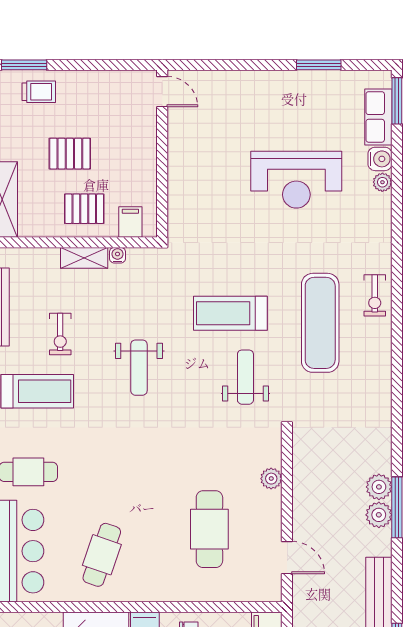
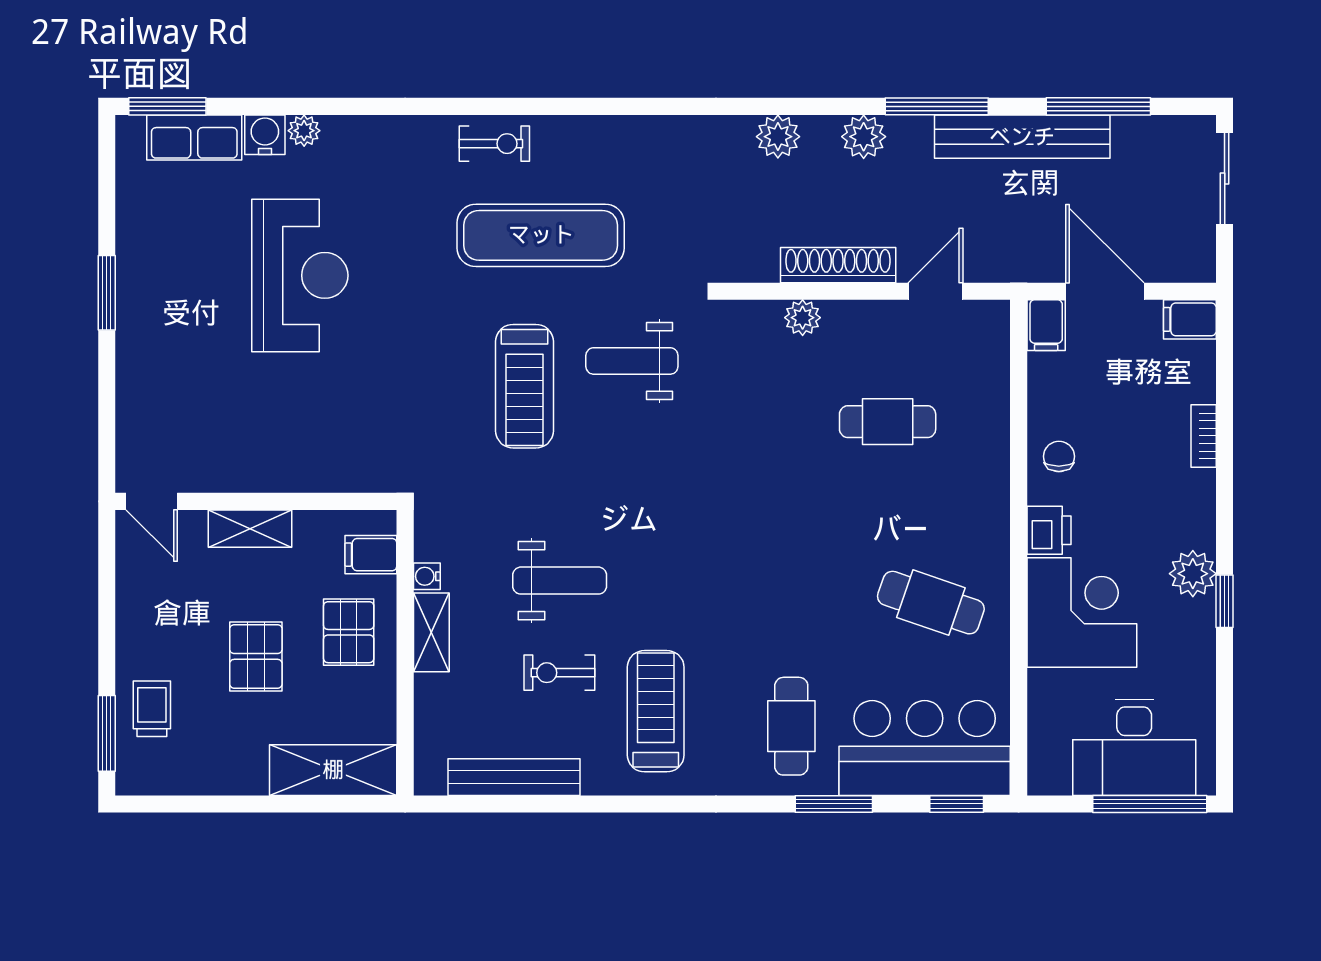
window: (319, 65) -> (107, 293), moved
door: (162, 92) -> (152, 501), swing flipped
shelving: (146, 150) -> (250, 529), added
exercise bike: (60, 334) -> (559, 673), turned 180
weight bench: (139, 368) -> (560, 581), moved
plant: (379, 487) -> (778, 137), moved
shoe rack: (302, 500) -> (838, 265), added
window: (397, 507) -> (937, 106), moved
cafe table: (209, 529) -> (888, 422), width x0.73, depth x0.74

